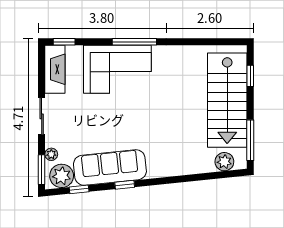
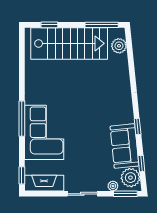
sofa: (110, 167) -> (124, 146), width x0.73

